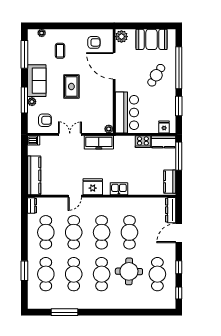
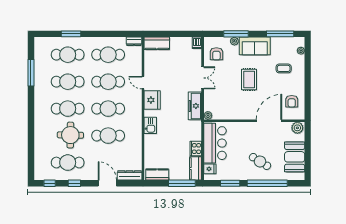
rug: (71, 86) -> (249, 79), turned 90
bar counter: (127, 112) -> (215, 143), moved, turned -90
kitchen counter: (34, 175) -> (157, 43), width x0.67

